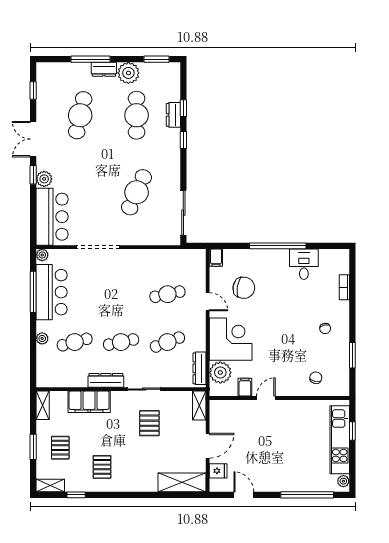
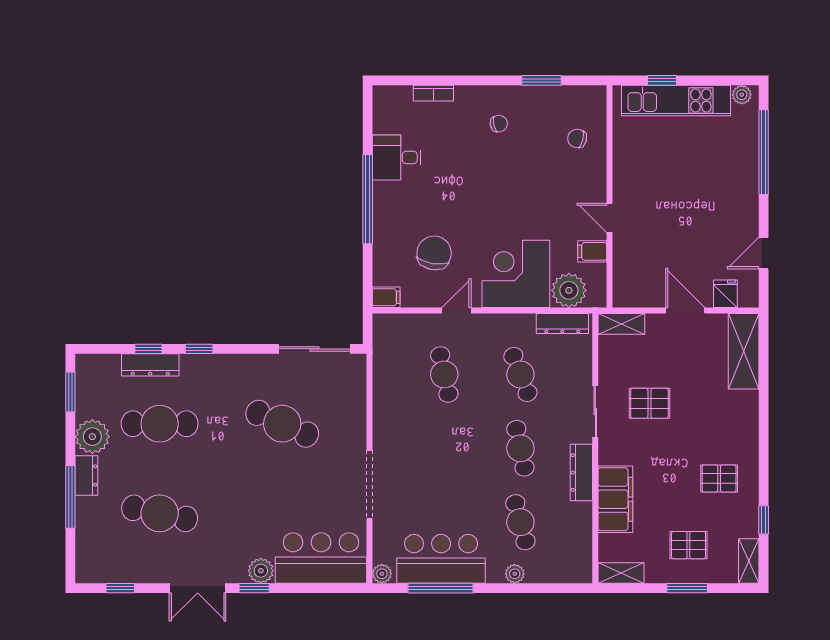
dresser: (173, 115) -> (150, 365), width x1.44

